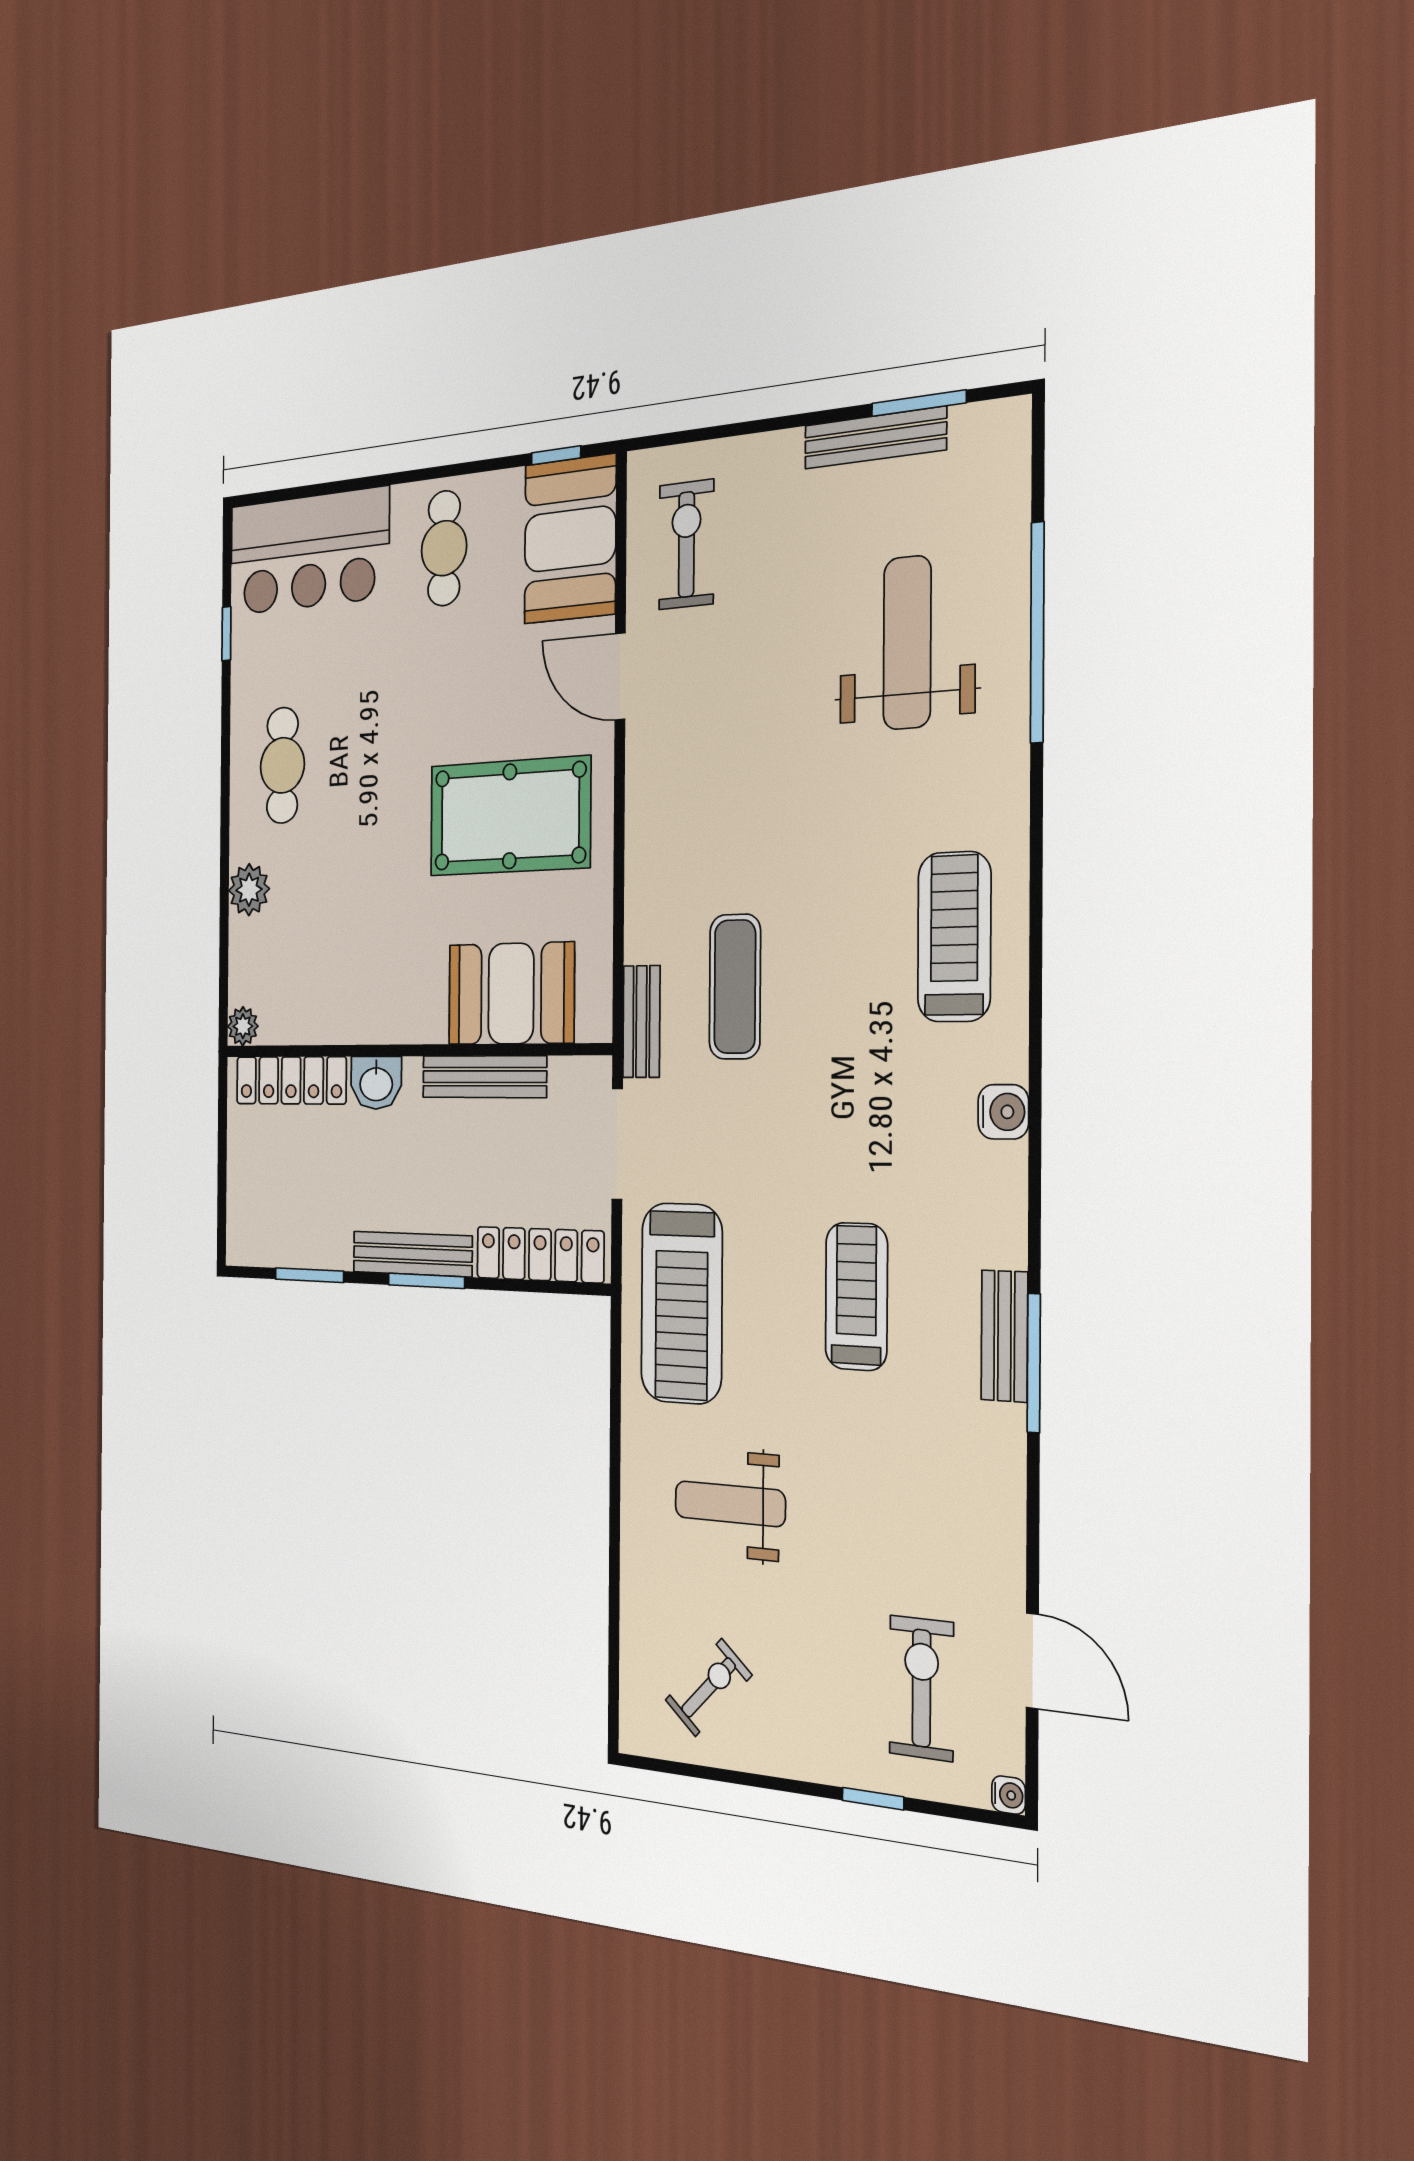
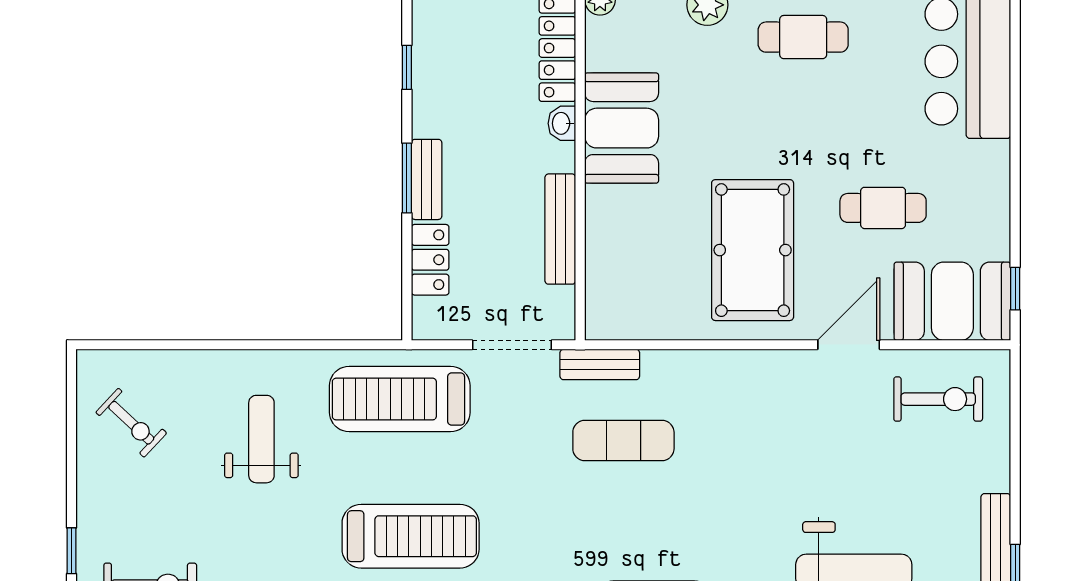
cafe table: (444, 548) -> (883, 208), moved
booth: (511, 994) -> (622, 128), moved
washbasin: (376, 1083) -> (562, 123), width x0.72, depth x0.69
bench: (412, 1254) -> (427, 179), width x0.73
locker: (540, 1255) -> (430, 260), width x0.66
window: (309, 1275) -> (407, 67), width x0.67
treadmill: (856, 1296) -> (411, 536), width x1.37, depth x1.38

